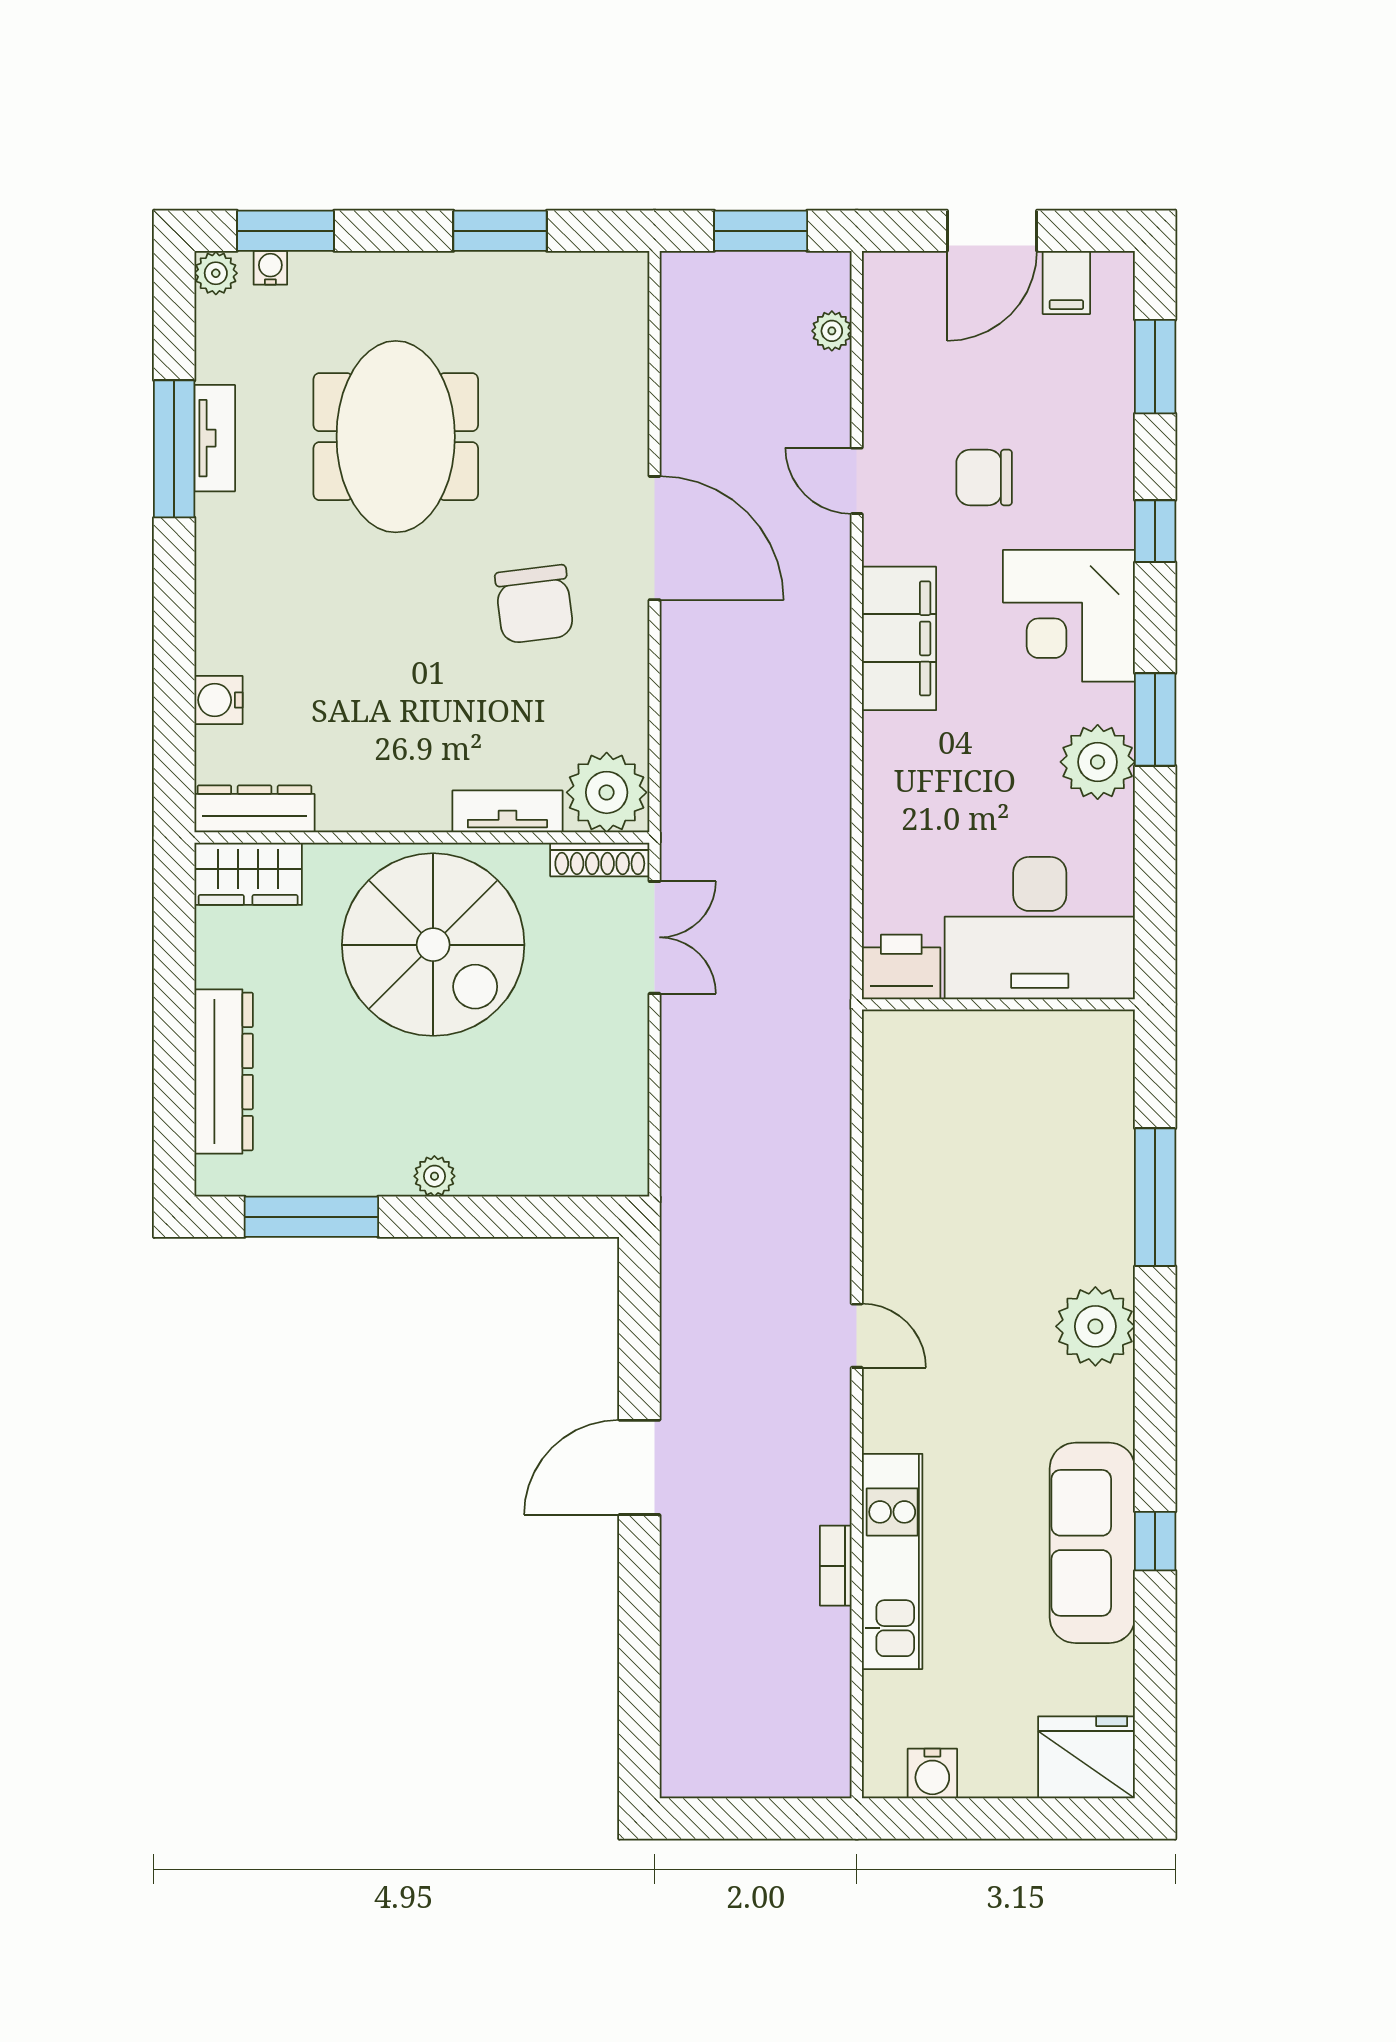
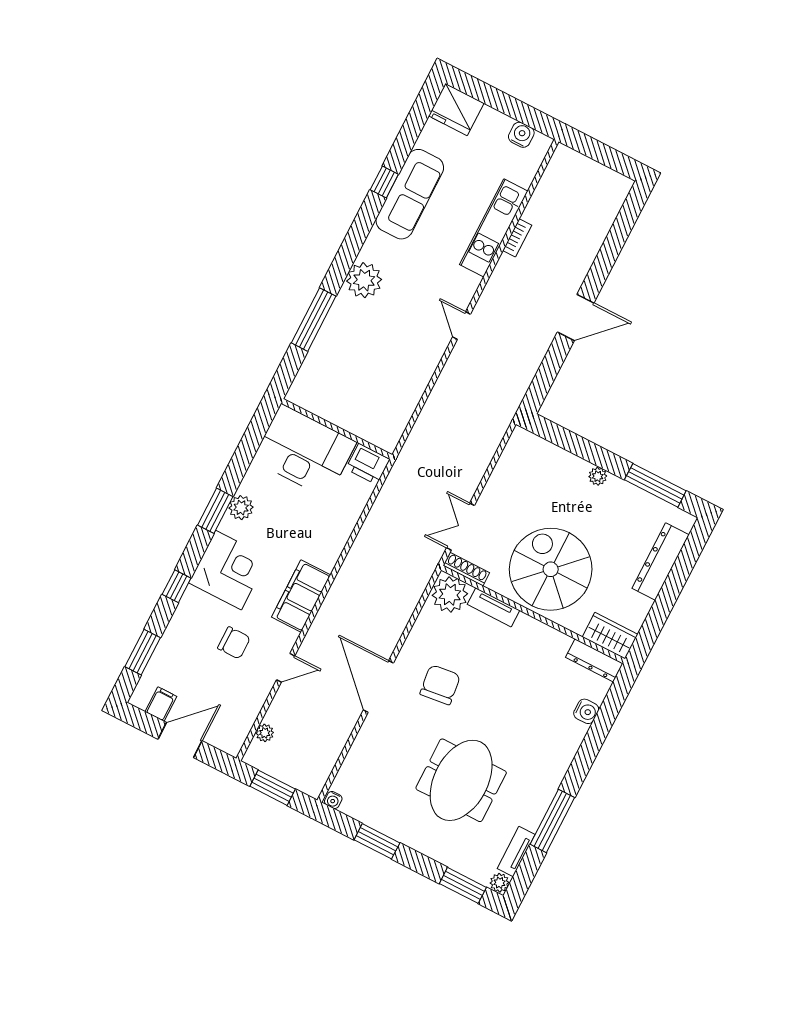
water cooler: (270, 268) -> (333, 800), moved
tv unit: (215, 438) -> (516, 851), moved
door: (857, 481) -> (286, 668), hinge flipped
plant: (1098, 762) -> (241, 508), width x0.73, depth x0.73

